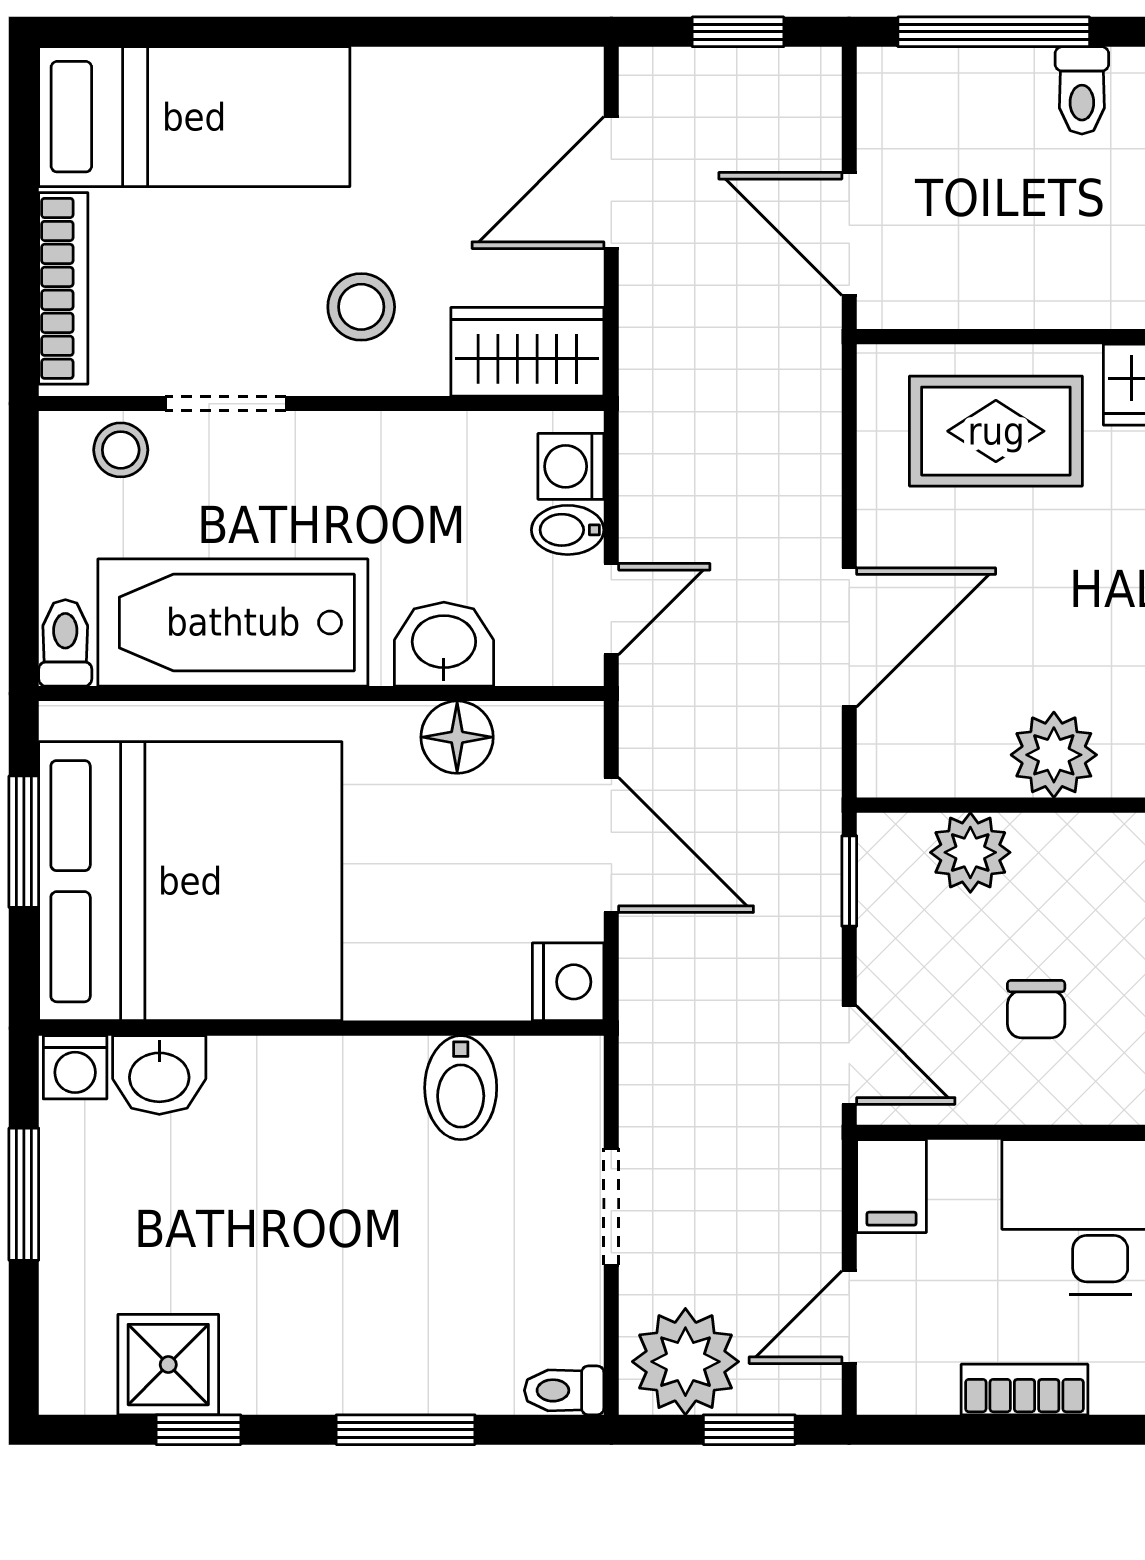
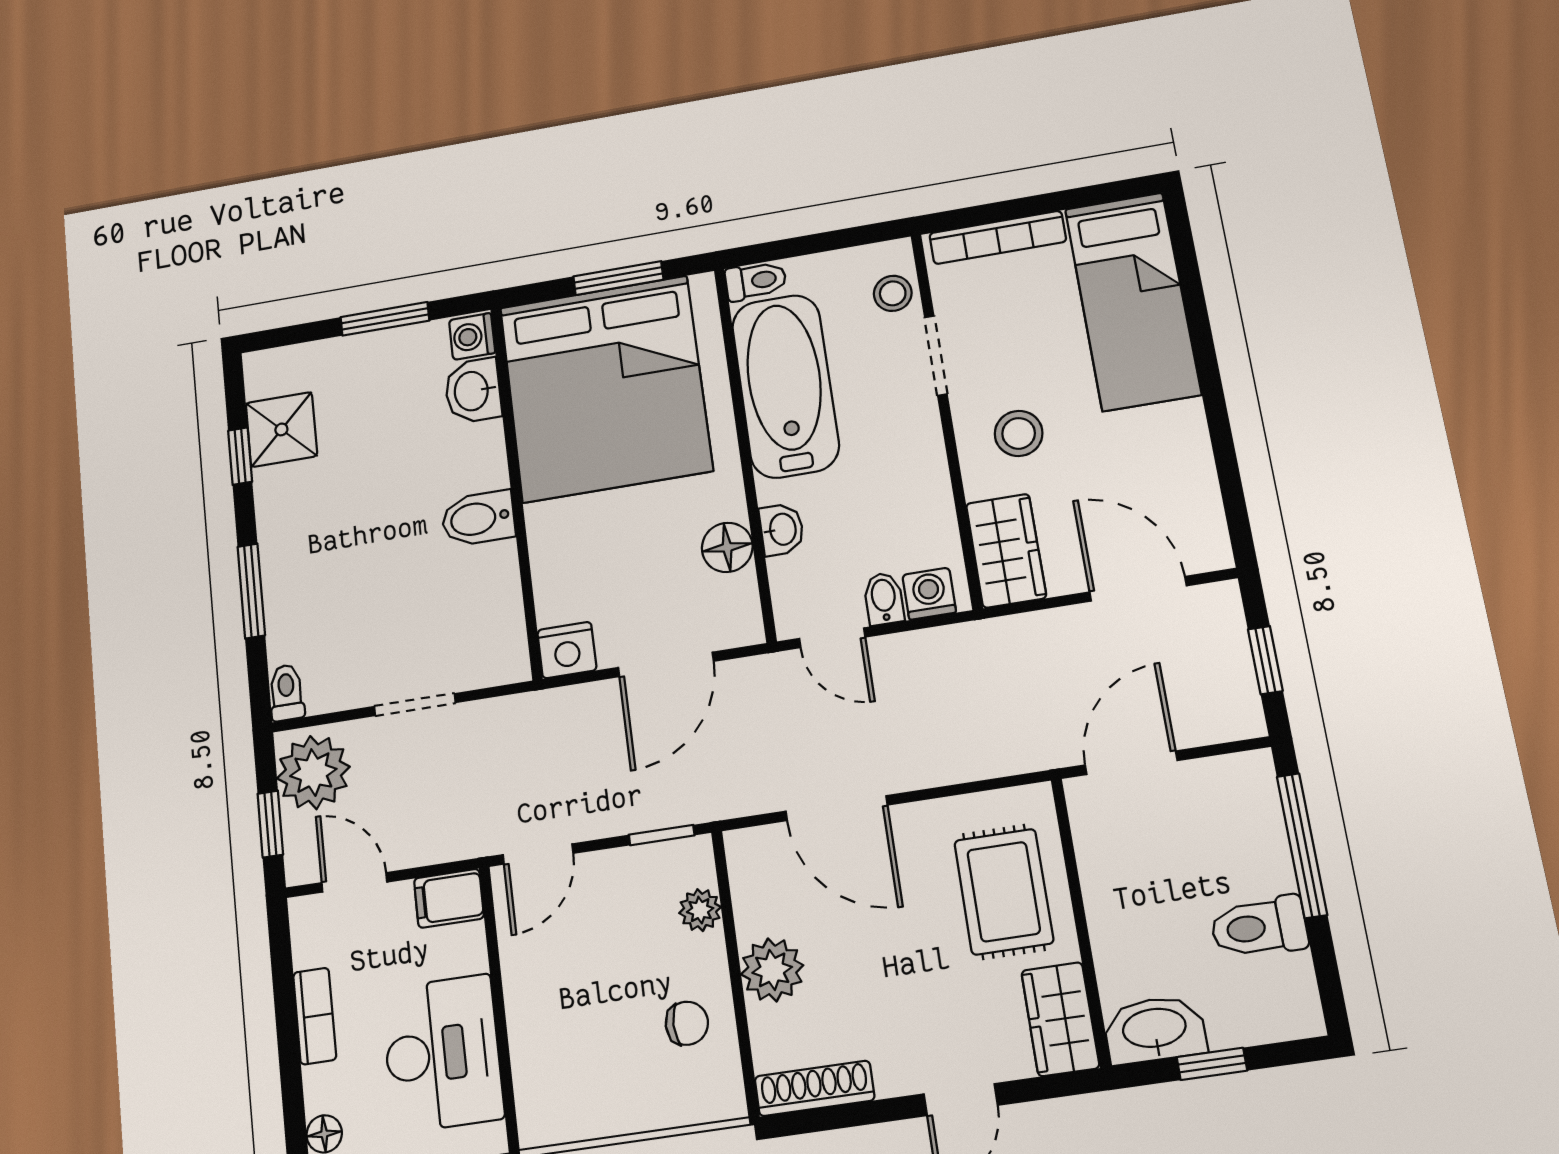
toilet: (1082, 90) -> (1259, 927), width x1.37, depth x1.39
washbasin: (444, 644) -> (782, 529), width x0.72, depth x0.69
plant: (970, 852) -> (700, 910), width x0.73, depth x0.73
chair: (1036, 1009) -> (687, 1023), moved, turned 180
bidet: (461, 1088) -> (478, 518), moved

